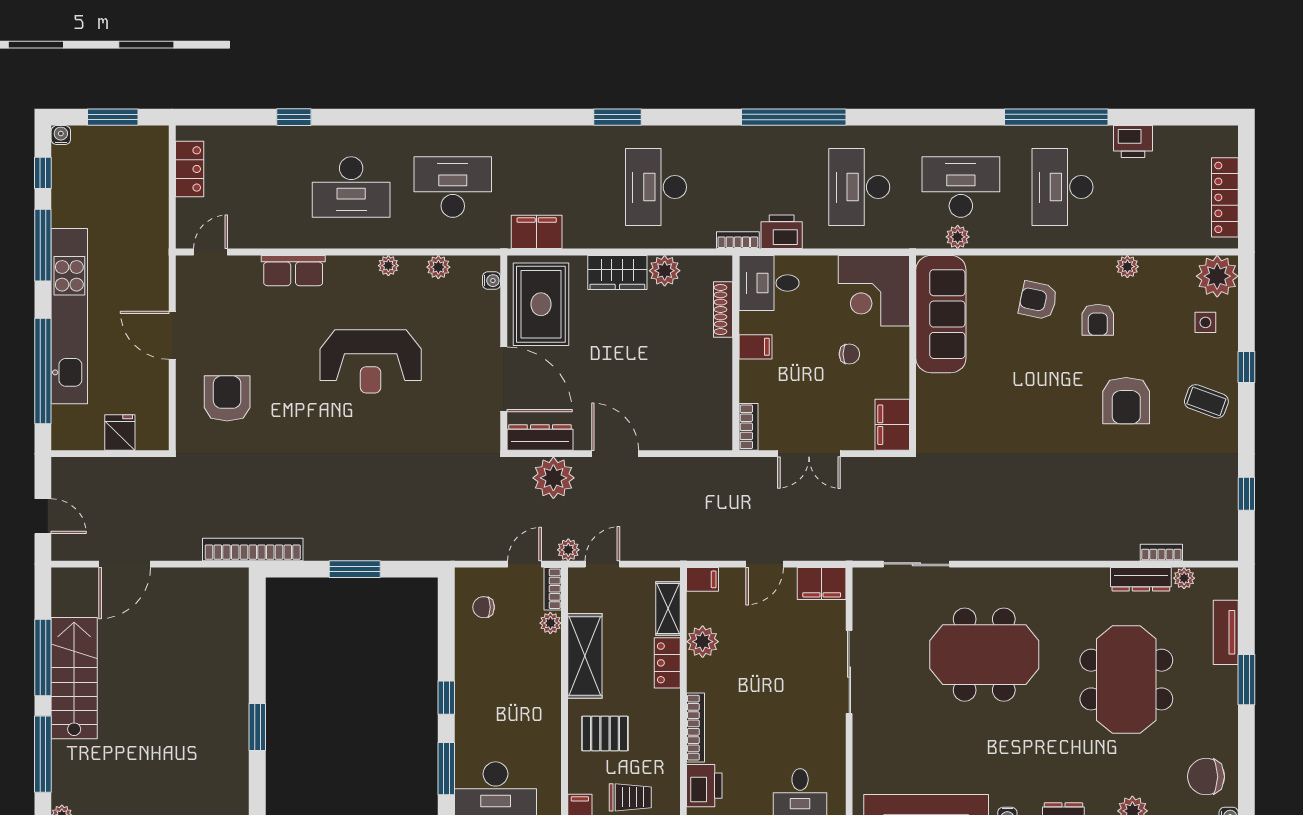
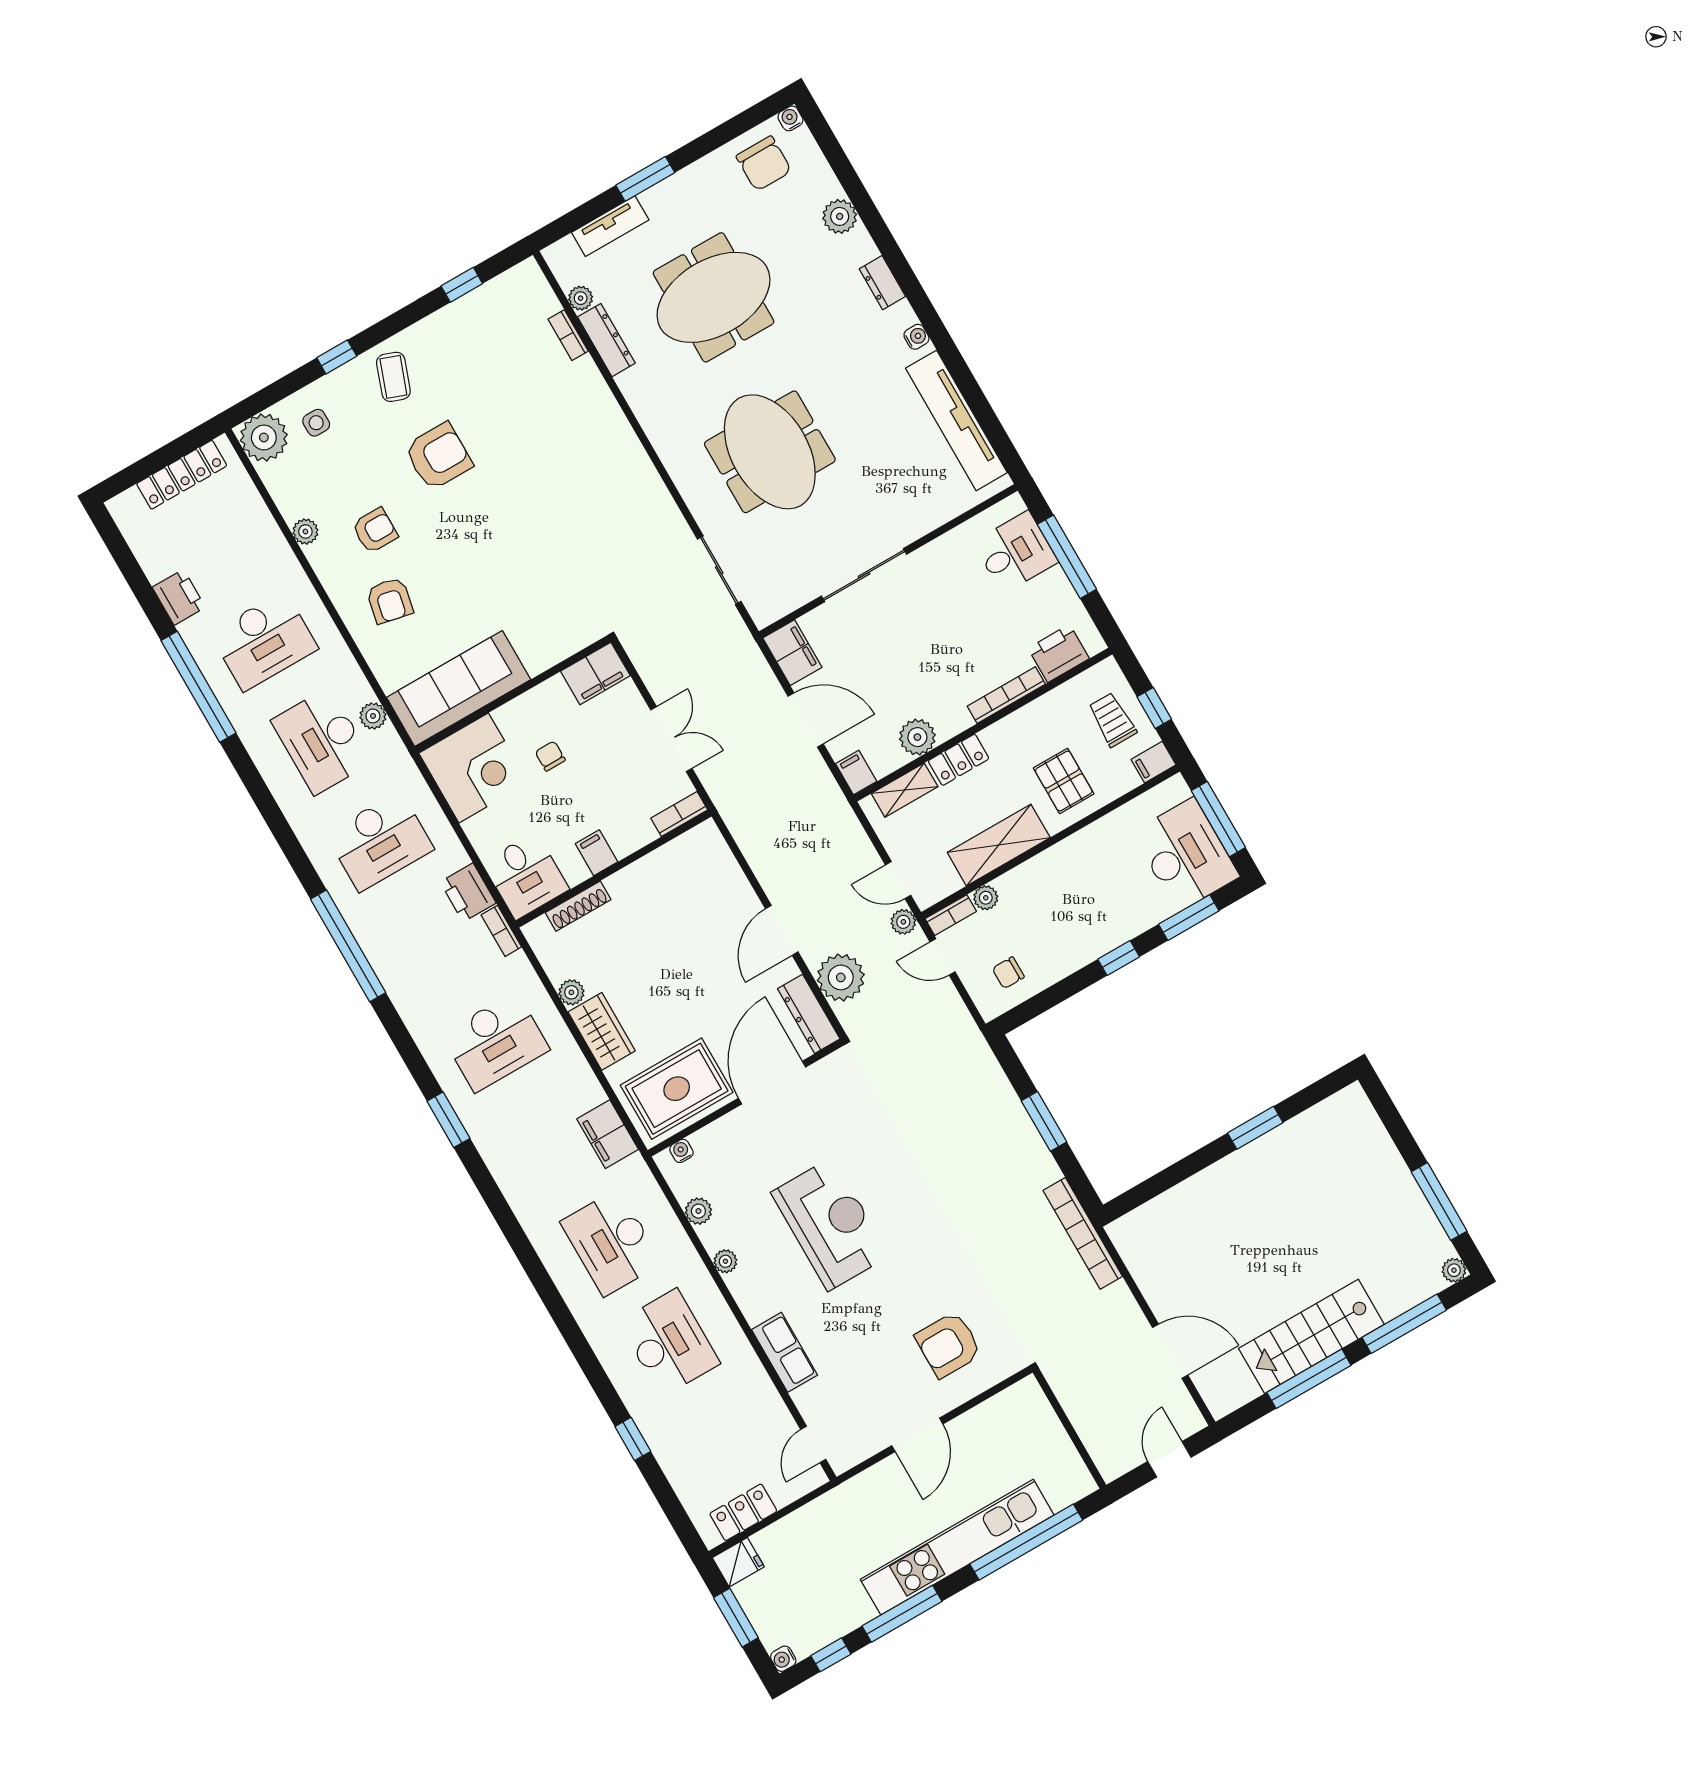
door: (211, 252) -> (813, 1444), hinge flipped
plant: (665, 271) -> (571, 992), width x0.73, depth x0.73
fridge: (120, 433) -> (738, 1562), moved, turned 180
door: (765, 564) -> (806, 720), width x1.38
chair: (484, 607) -> (1008, 973), turned 90

